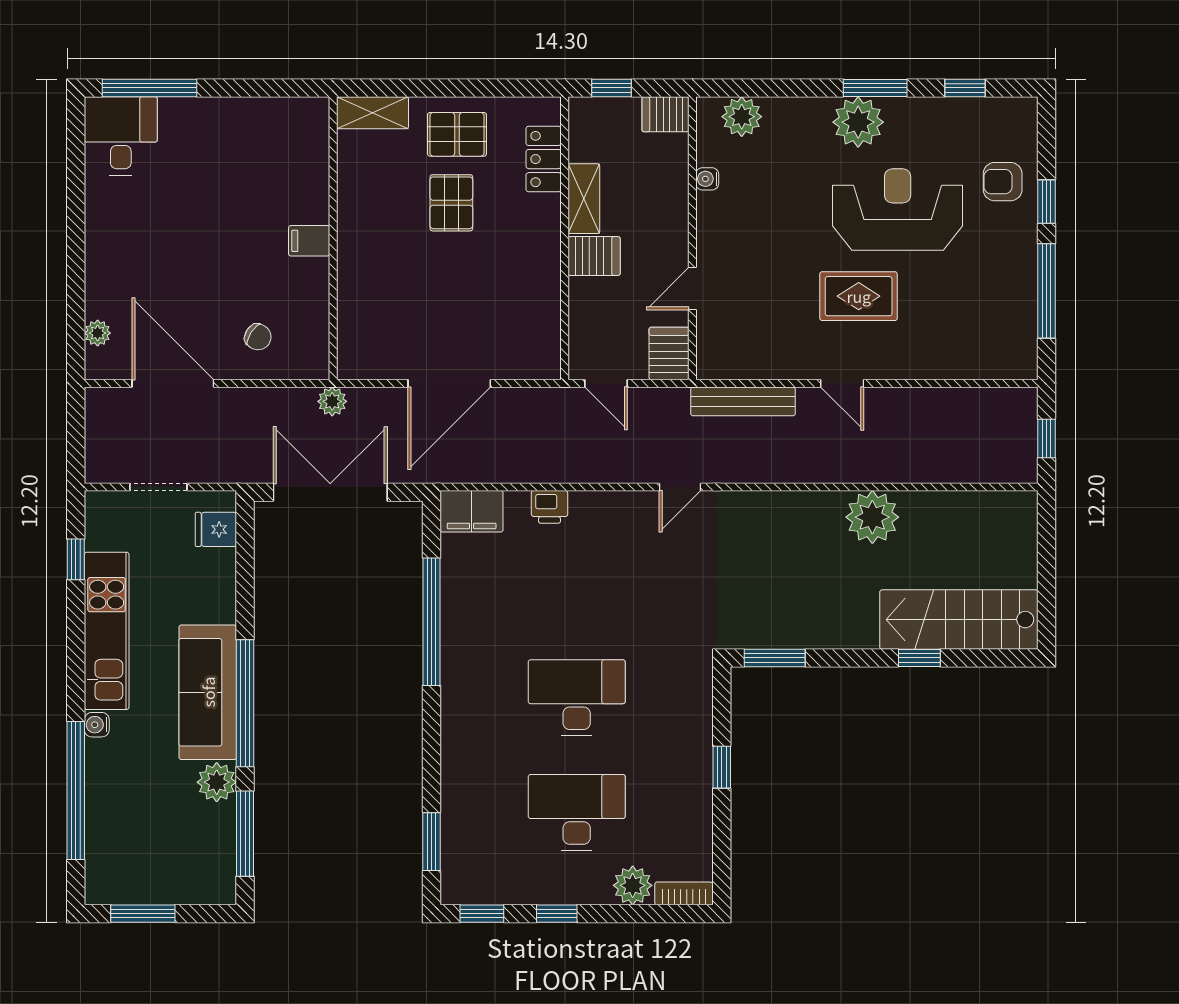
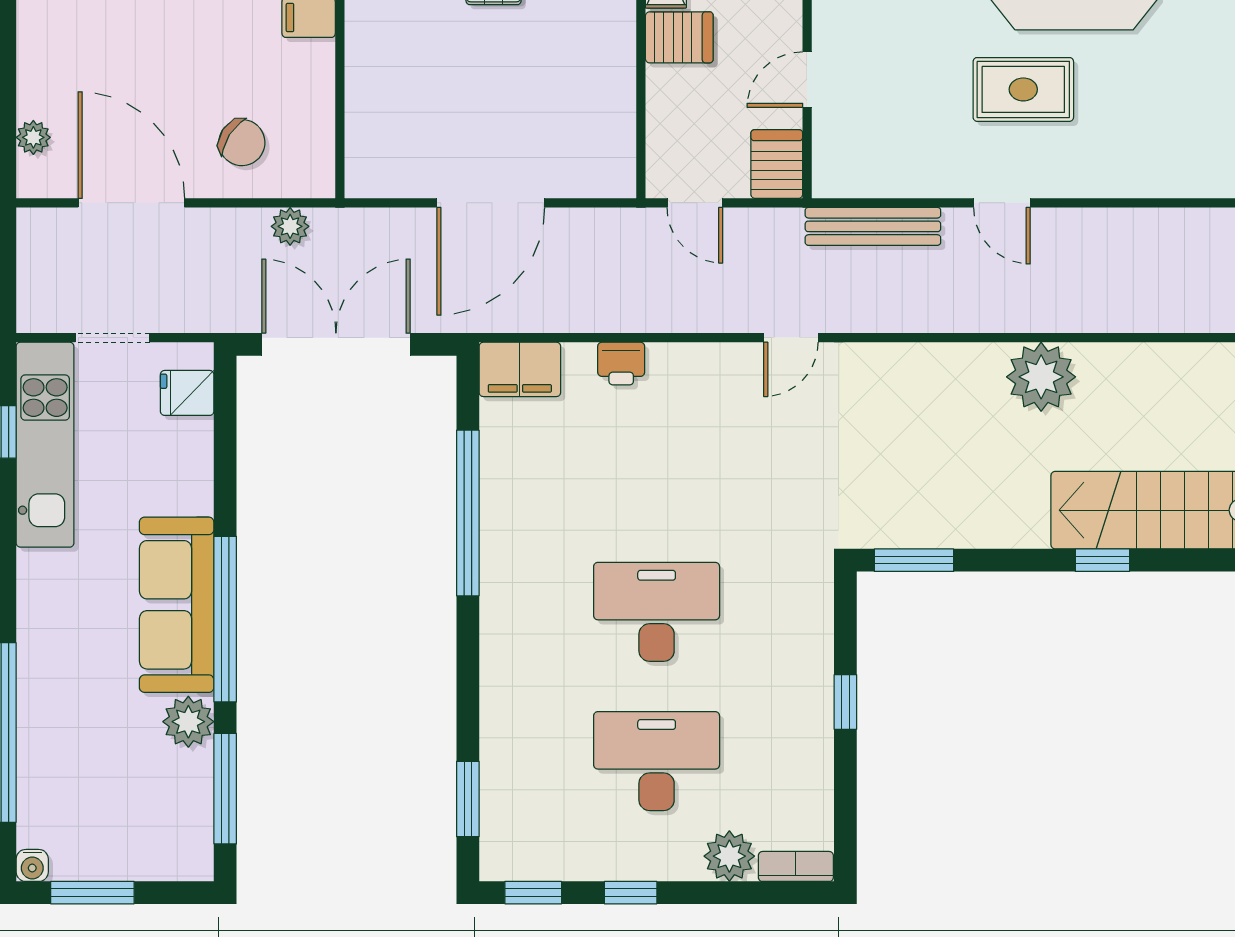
chair: (258, 337) -> (242, 143), width x1.37, depth x1.37
plant: (332, 401) -> (290, 226), moved
kitchen unit: (107, 631) -> (45, 445), moved
water cooler: (97, 725) -> (32, 865), moved, turned -90

